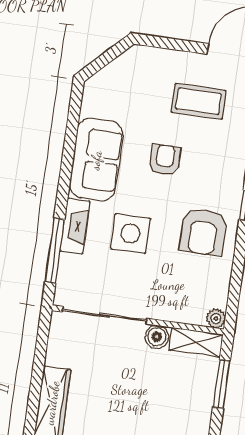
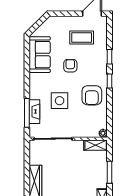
sofa: (96, 160) -> (40, 55), moved
fireplace: (75, 226) -> (34, 112), moved
boiler: (157, 337) -> (78, 145), removed
window: (221, 384) -> (110, 172), moved

